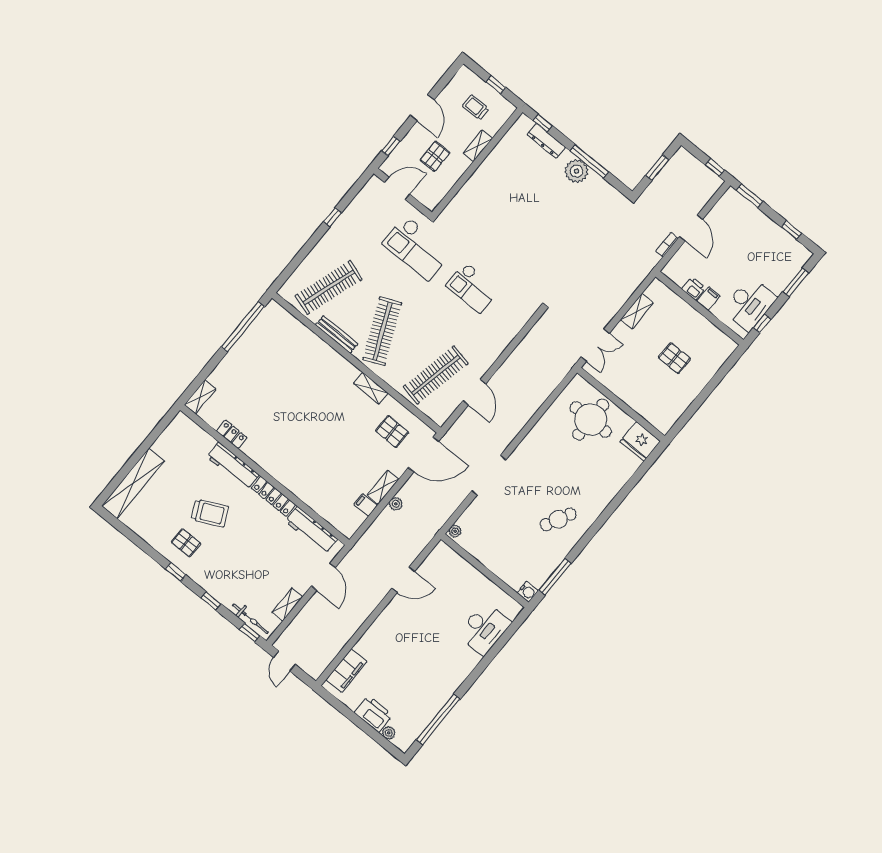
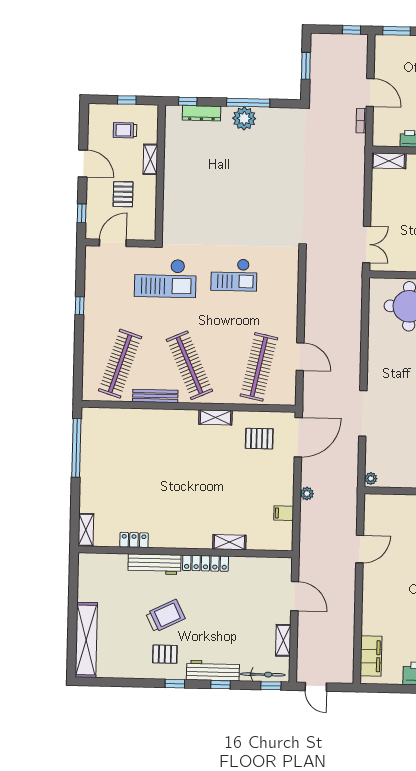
shelving: (637, 311) -> (389, 161), moved, turned 90
shelving: (383, 487) -> (229, 542), moved, turned 90
workbench: (311, 530) -> (213, 671), moved, turned 180

